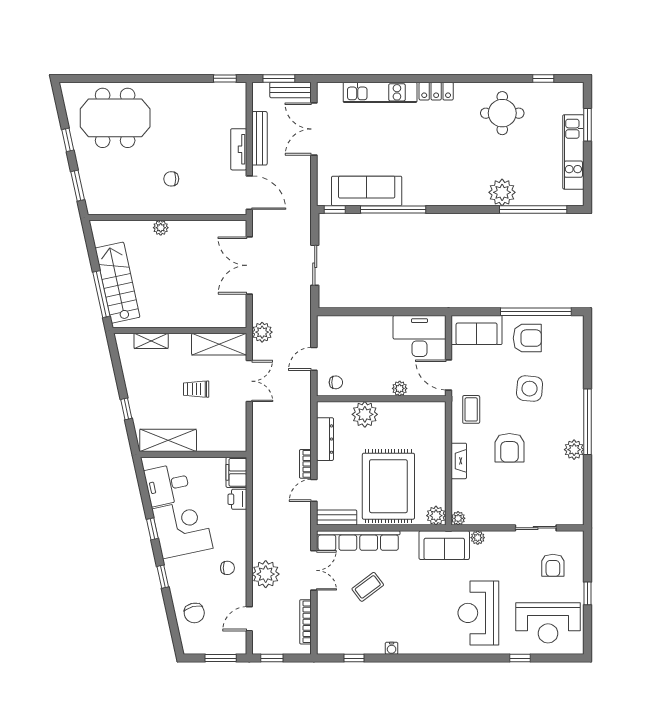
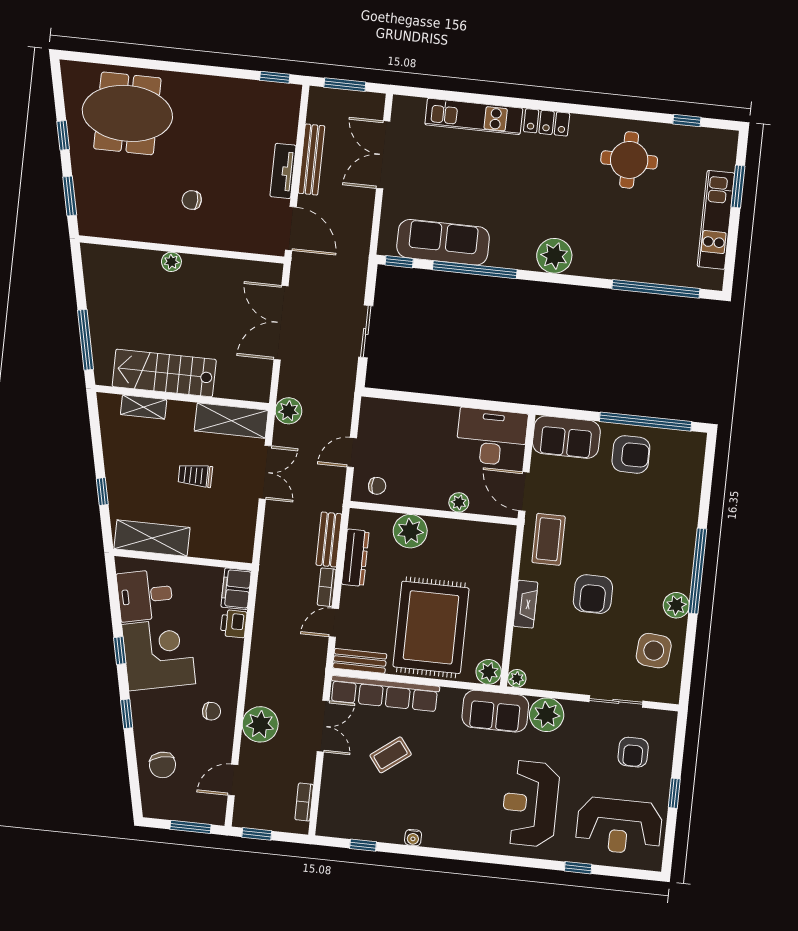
bench: (291, 90) -> (329, 539), moved, turned 90
plant: (502, 192) -> (554, 256), moved
stairs: (117, 283) -> (164, 373), moved, turned -78
side table: (530, 389) -> (654, 651), moved
coffee table: (471, 409) -> (549, 539), width x1.36, depth x1.30
plant: (478, 538) -> (547, 715), width x1.88, depth x1.88
bookcase: (305, 622) -> (304, 802), width x0.64

